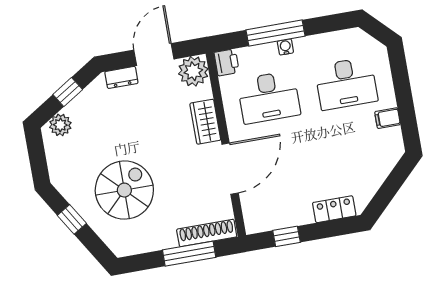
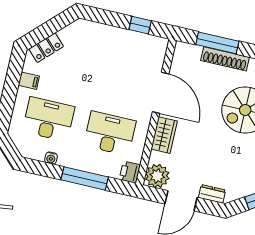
water cooler: (285, 47) -> (51, 158), moved
door: (230, 169) -> (161, 93), swing flipped
locker: (334, 209) -> (46, 48), moved, turned -45
shoe rack: (207, 233) -> (225, 59), moved

